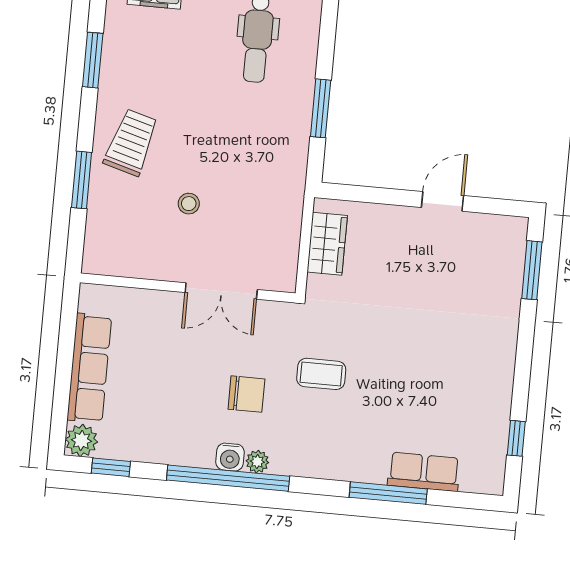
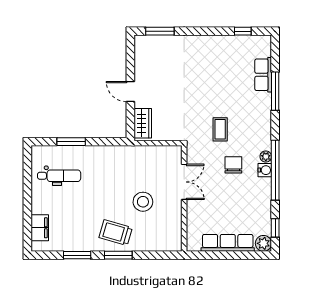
window: (321, 108) -> (71, 142), moved
window: (82, 180) -> (118, 255), moved
door: (442, 201) -> (130, 92), moved
stool: (189, 204) -> (143, 202), width x1.89, depth x1.89
wardrobe: (327, 244) -> (143, 123), moved, turned 90

